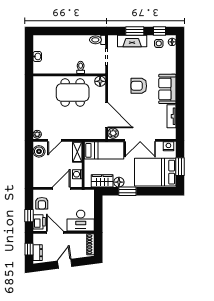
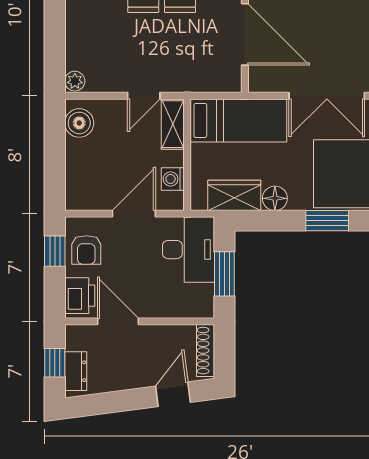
plant: (113, 133) -> (261, 78), removed
door: (54, 140) -> (144, 96), moved
window: (127, 191) -> (327, 221), moved
window: (98, 213) -> (224, 274), added
window: (29, 216) -> (55, 251), moved
desk: (81, 221) -> (188, 250), moved, turned -90
door: (65, 264) -> (173, 394), moved

